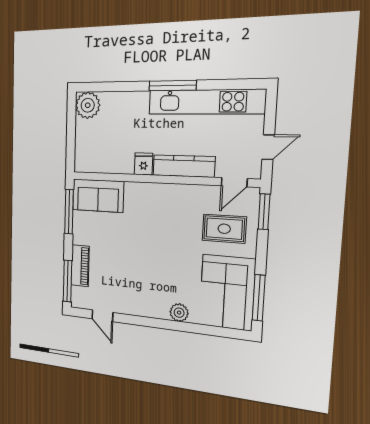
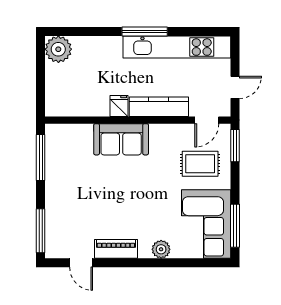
sofa: (98, 196) -> (121, 139), moved
piano: (80, 266) -> (116, 249), moved, turned -90

